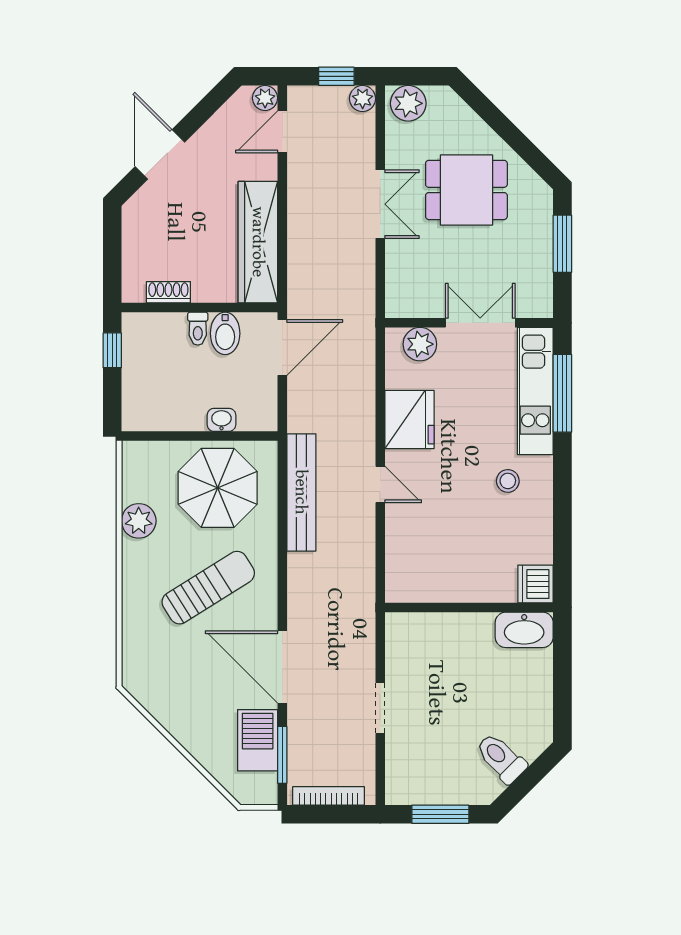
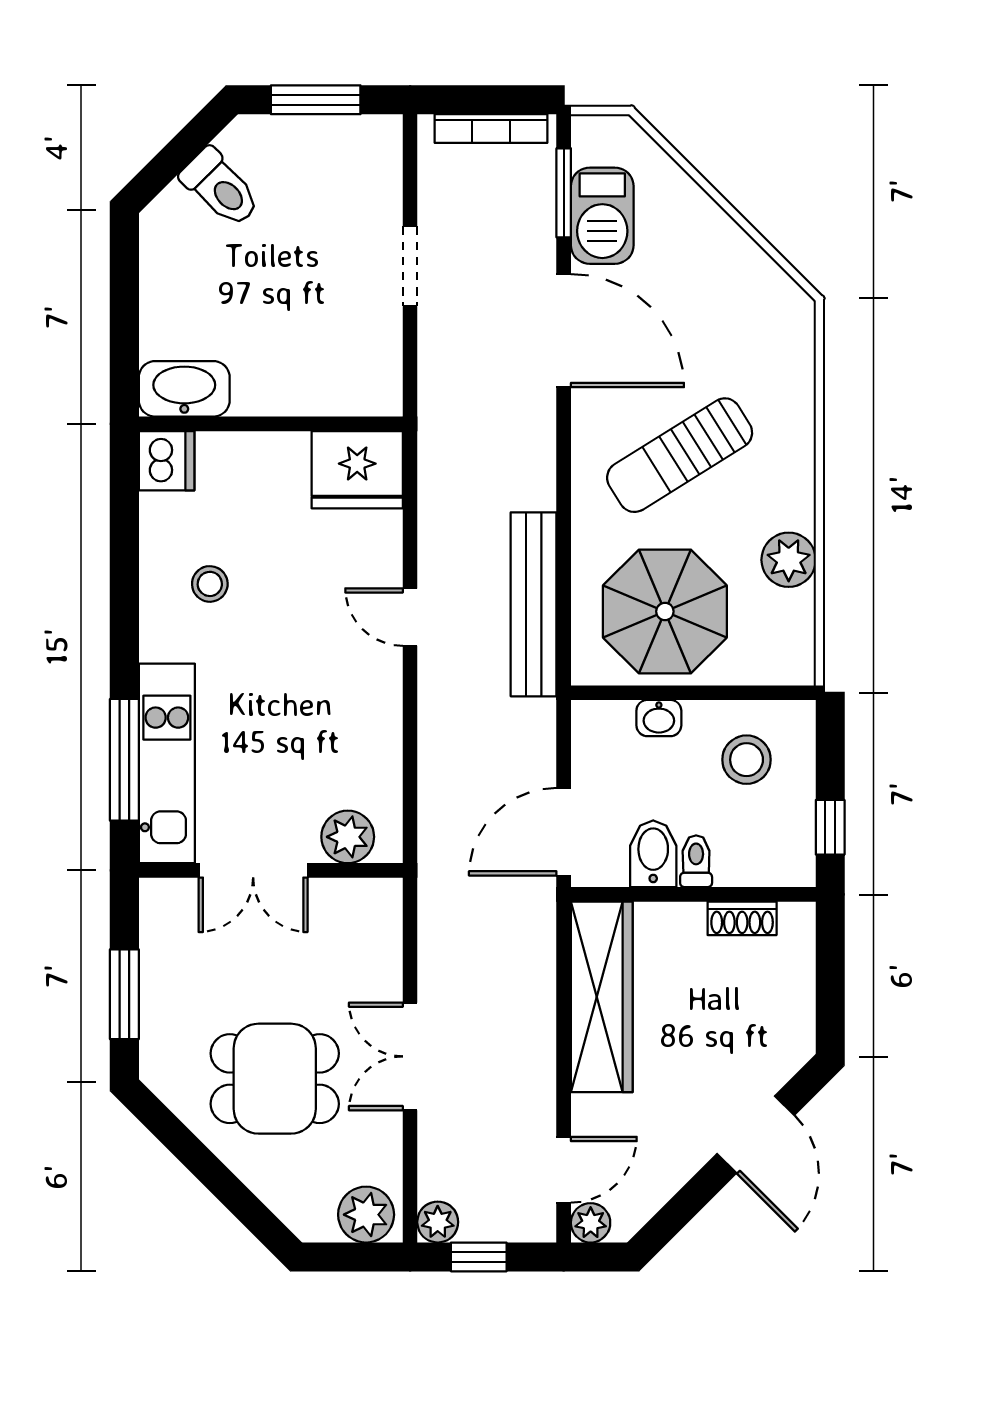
stool: (166, 393) -> (747, 760), added
fridge: (409, 420) -> (357, 470), moved, turned -90
stool: (508, 481) -> (210, 584), moved

